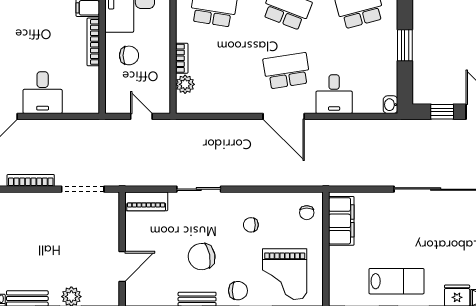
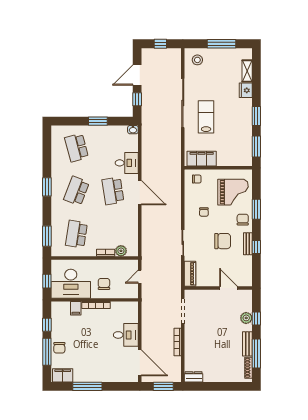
door: (284, 116) -> (140, 193), hinge flipped
chair: (202, 257) -> (223, 241), turned -79
lab bench: (396, 281) -> (206, 117), moved

